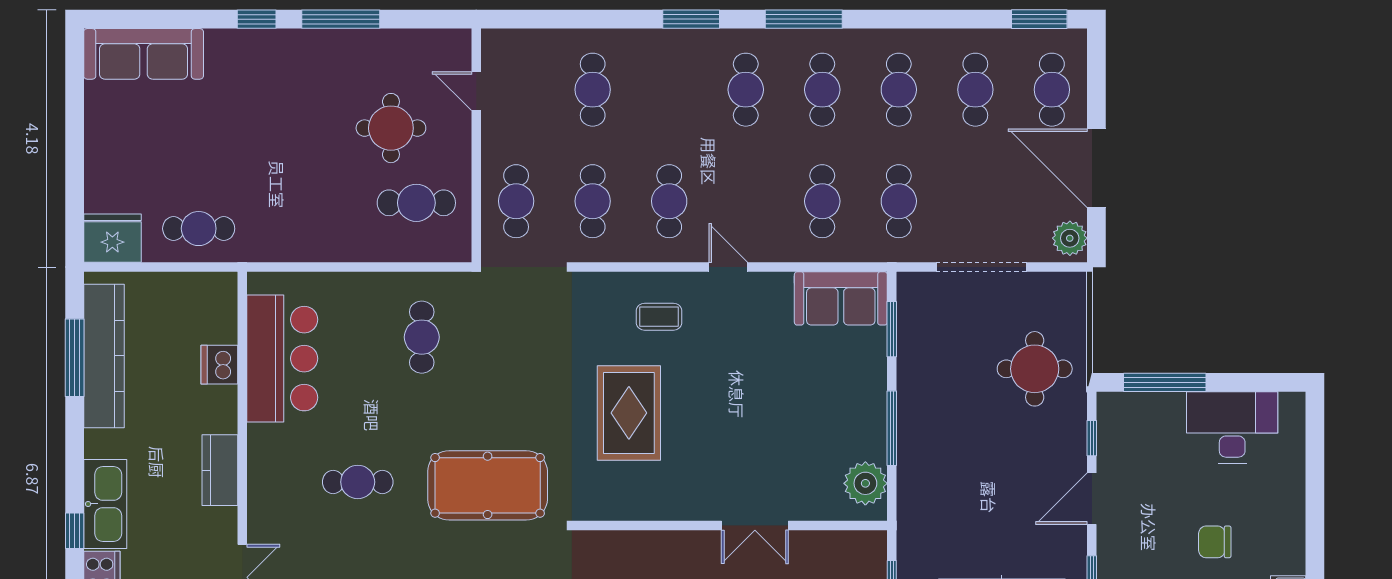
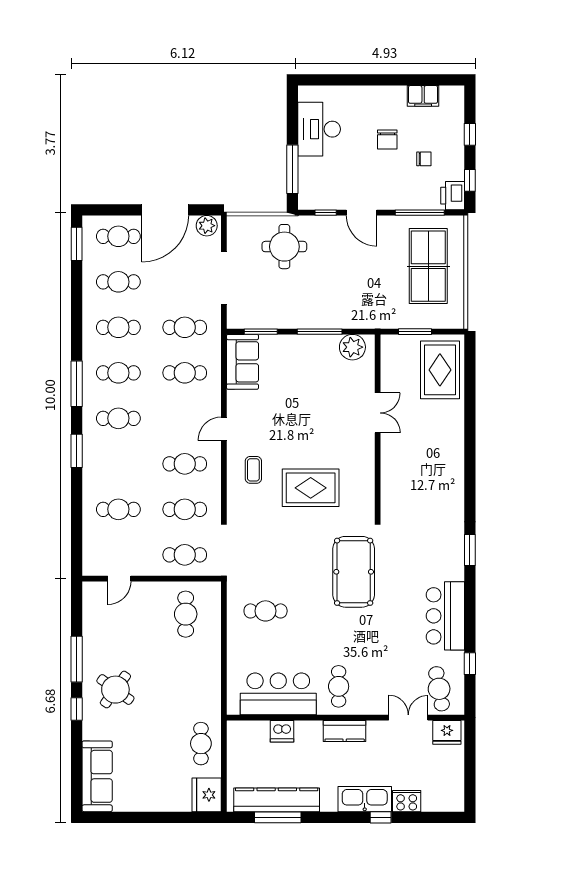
round table: (391, 128) -> (115, 690), moved, turned 36
cafe table: (358, 482) -> (339, 686), moved

